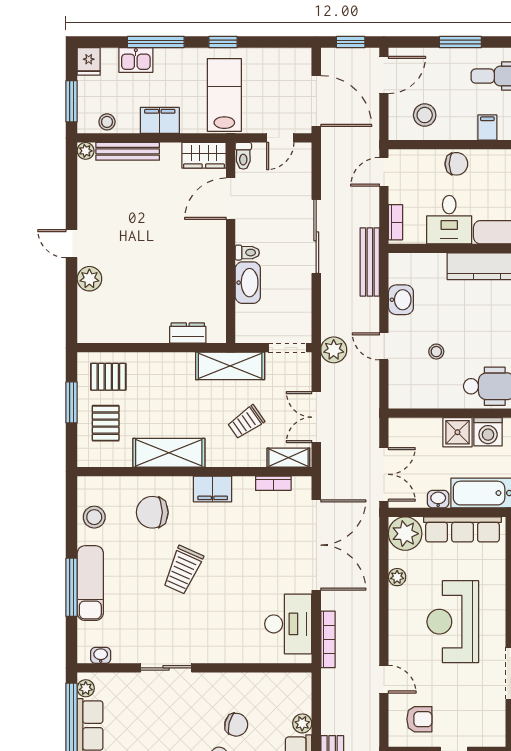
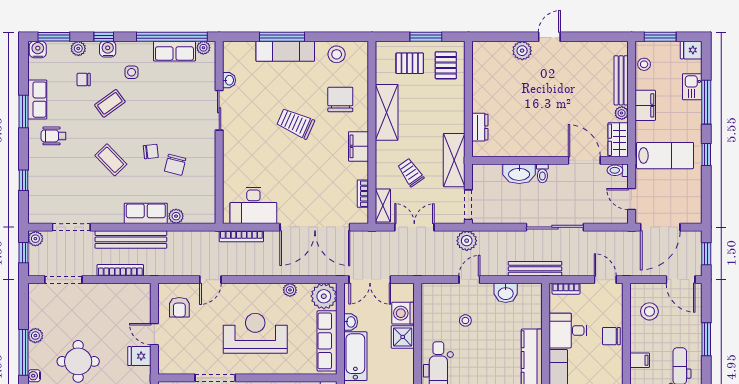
plant: (86, 151) -> (622, 113), moved
chair: (456, 164) -> (611, 336), turned 90
washing machine: (488, 432) -> (403, 313), moved
washbasin: (101, 655) -> (229, 80), moved

